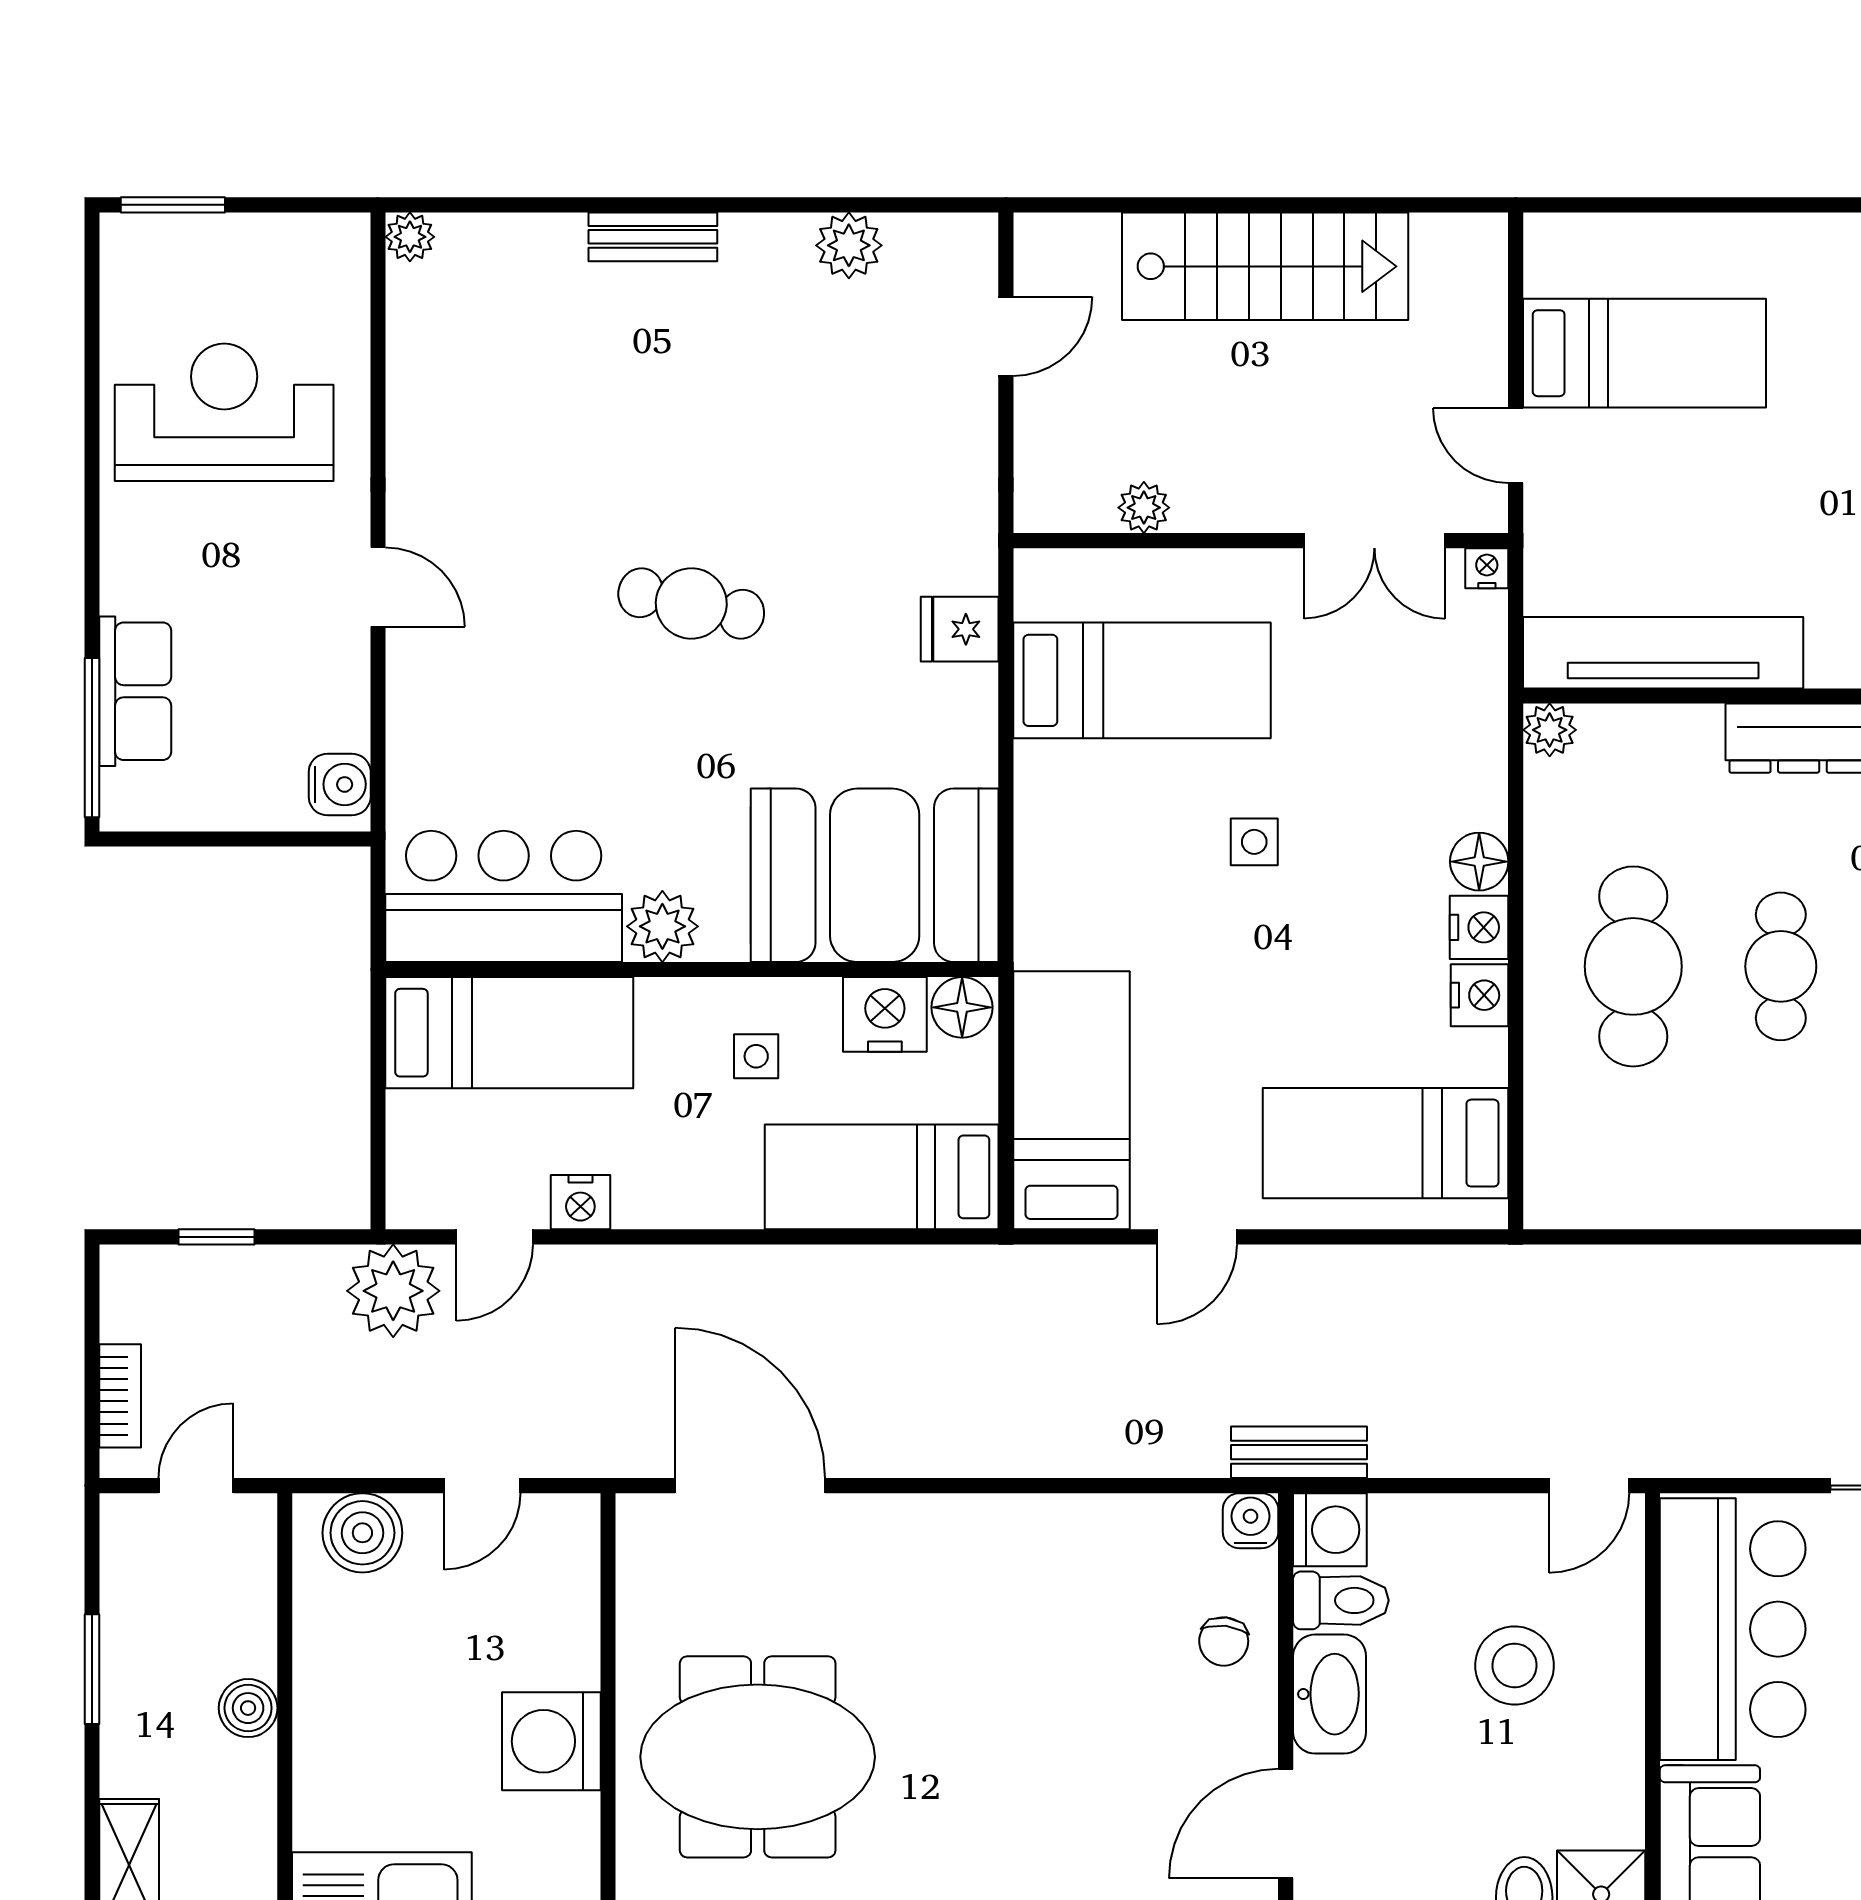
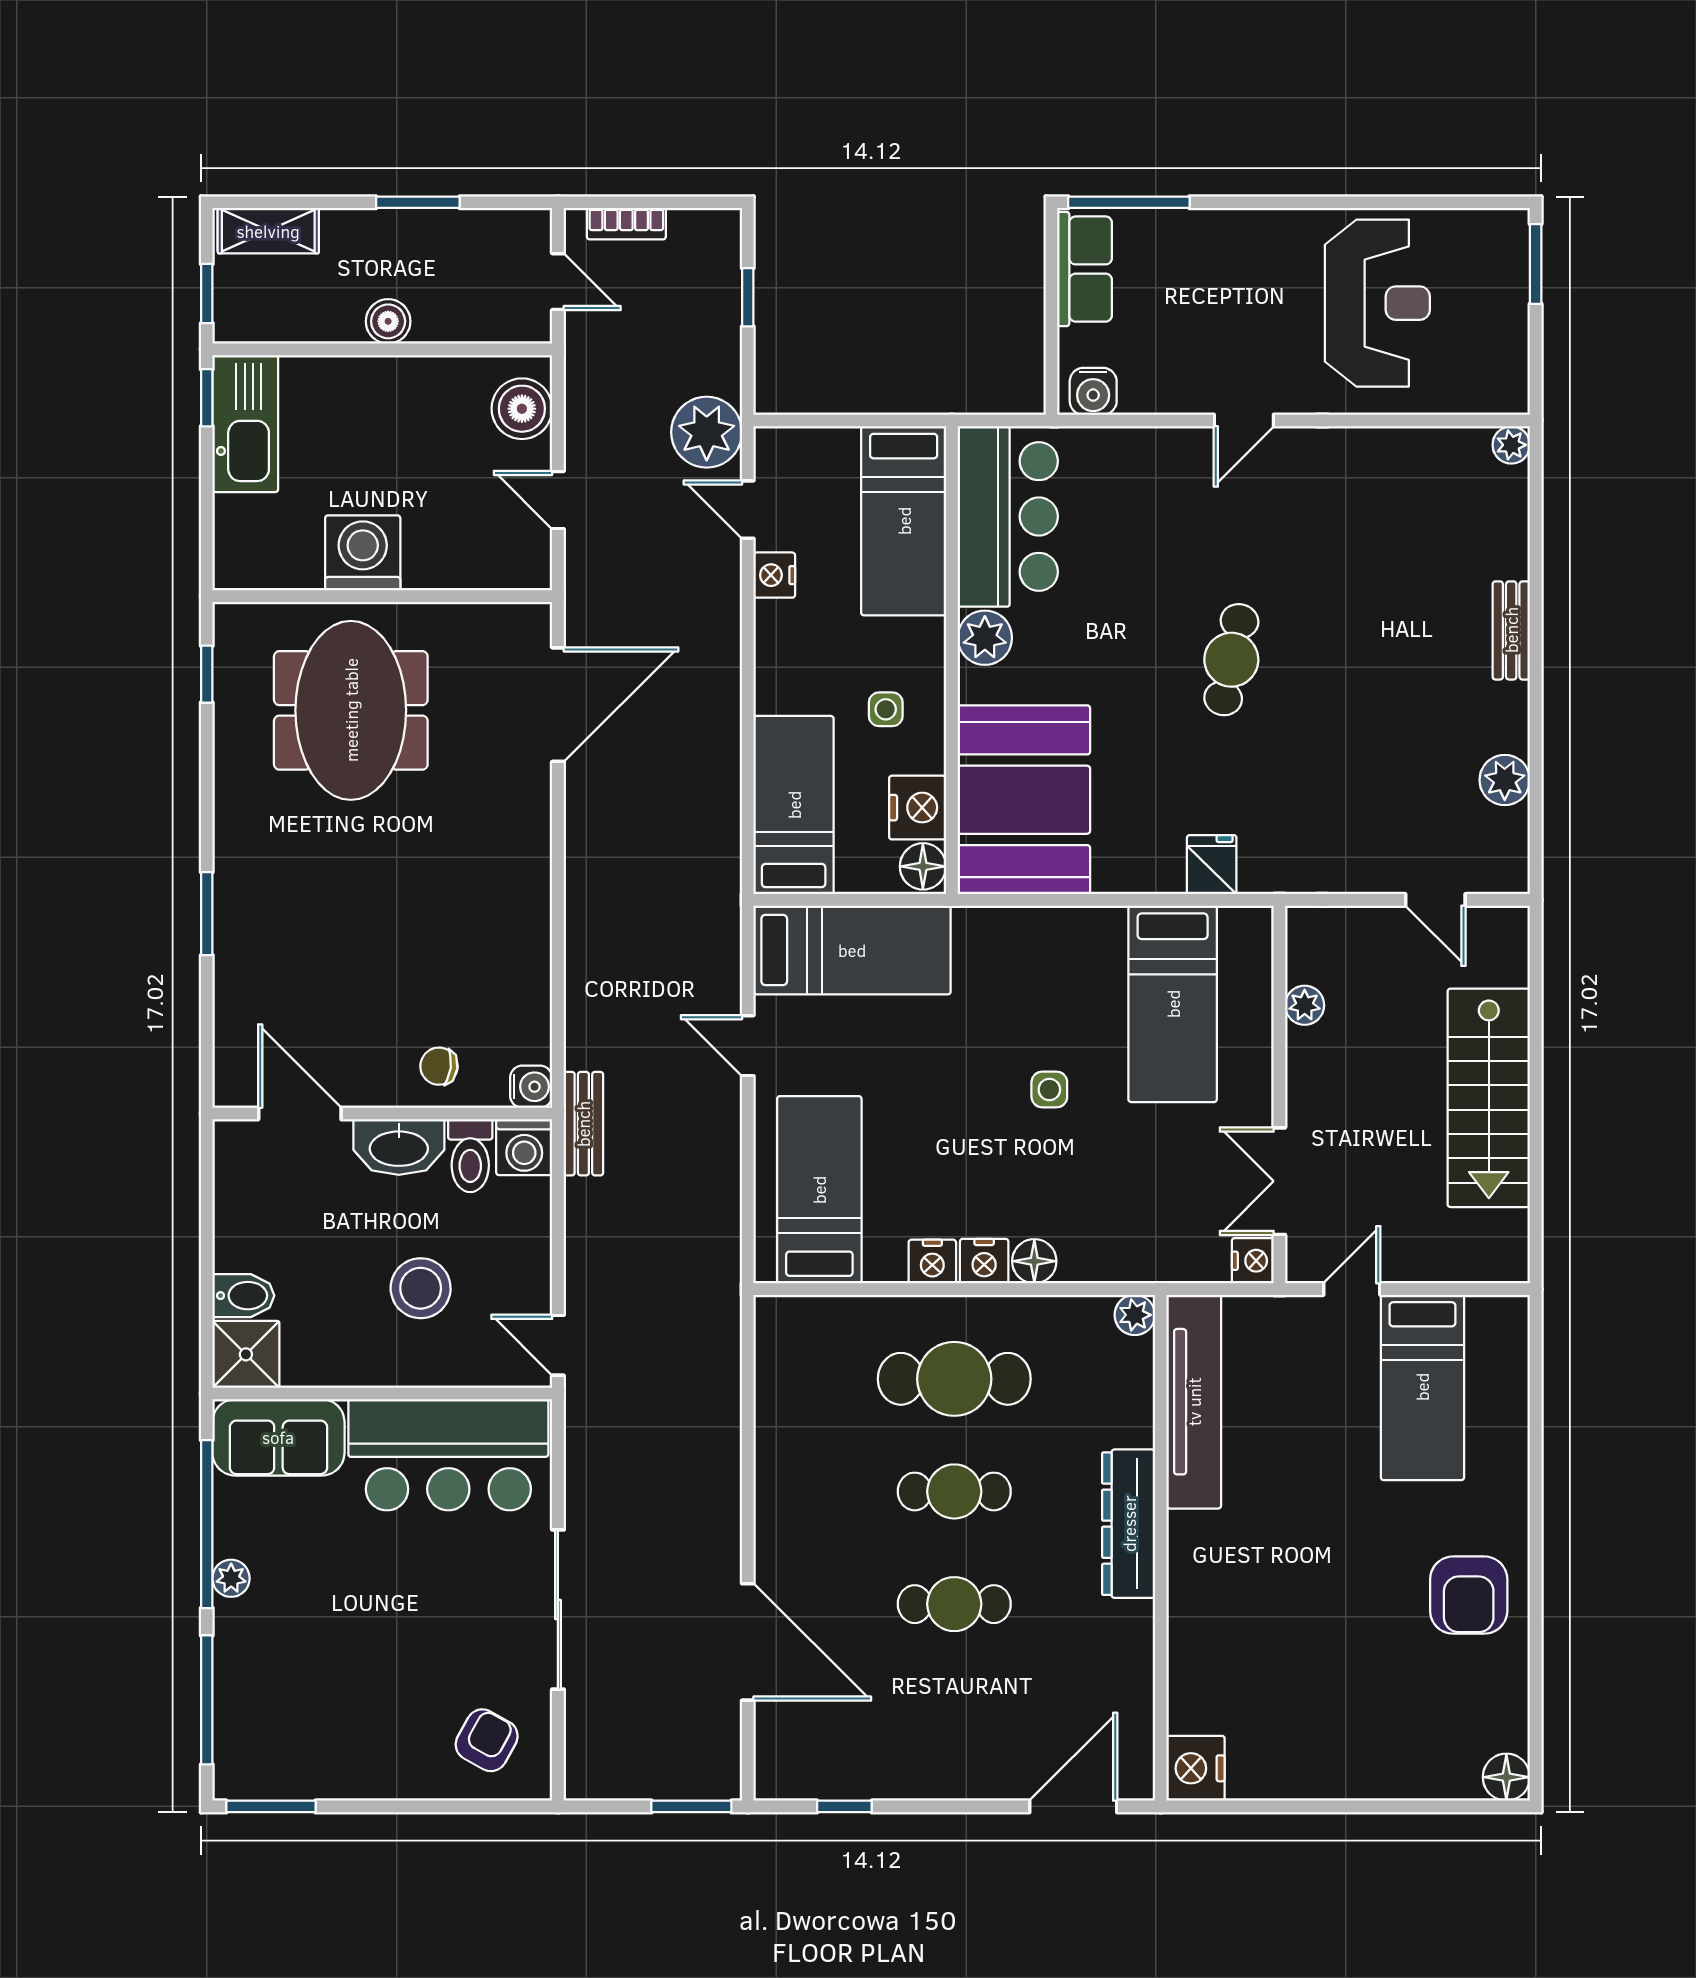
nightstand: (1487, 568) -> (1253, 1261), width x1.39, depth x1.35
row of seats: (135, 691) -> (1085, 269), moved, turned -90

